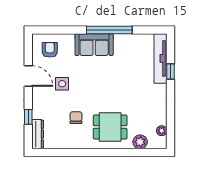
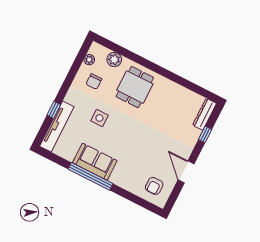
sofa: (94, 45) -> (95, 162), moved
side table: (62, 84) -> (99, 118), moved
chair: (76, 118) -> (94, 82), moved
dining table: (110, 127) -> (135, 87), turned 90

